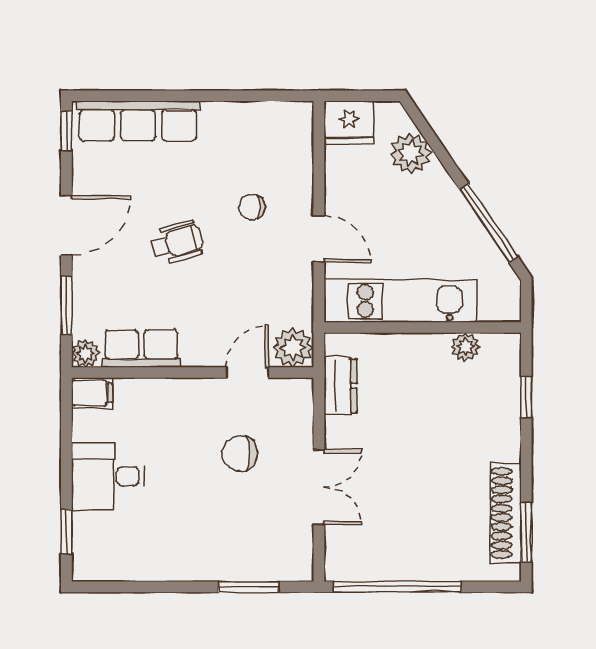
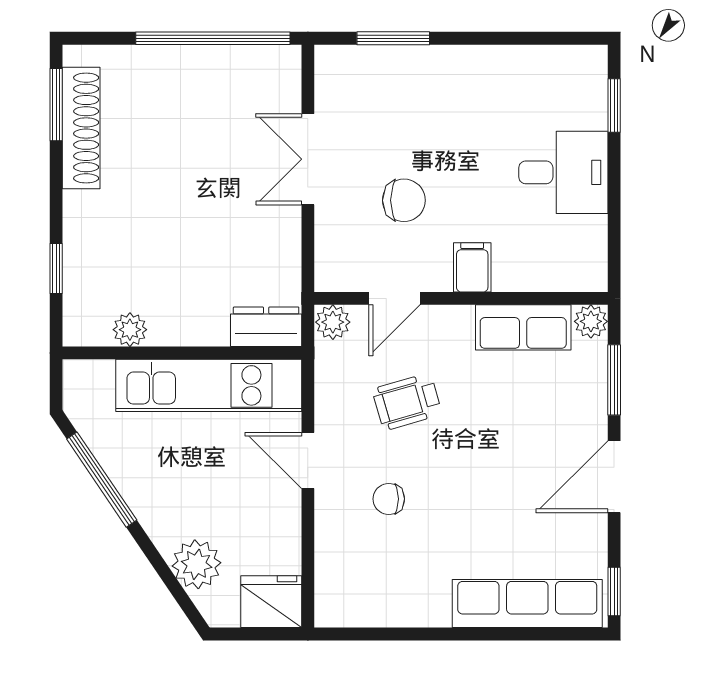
chair: (252, 207) -> (389, 499), turned 180
wheelchair: (177, 242) -> (407, 402), moved
plant: (293, 348) -> (333, 322), width x0.73, depth x0.73
dresser: (340, 386) -> (266, 327), moved, turned 90
filing cabinet: (92, 393) -> (472, 267), moved, turned 90

